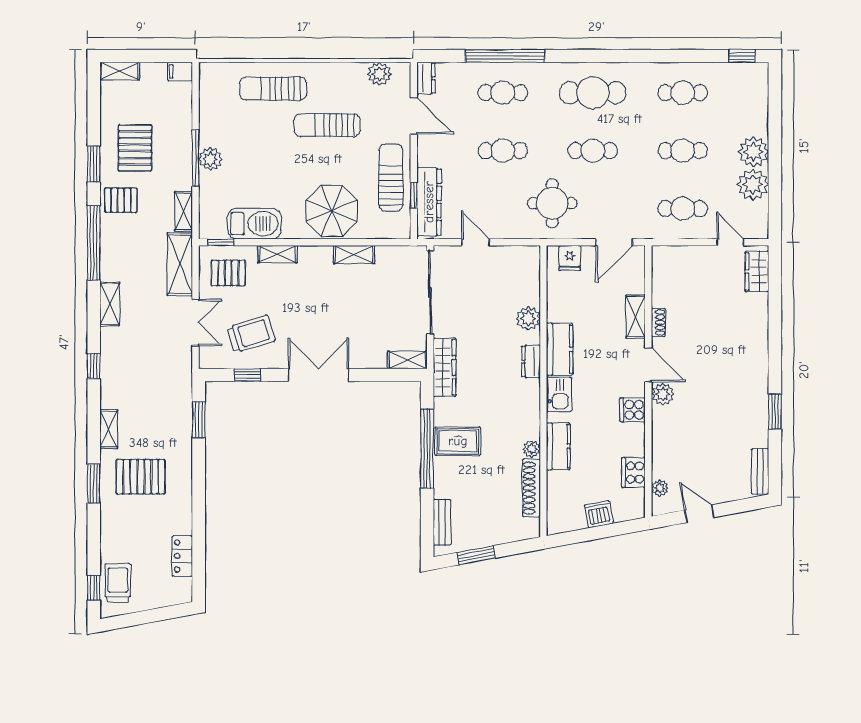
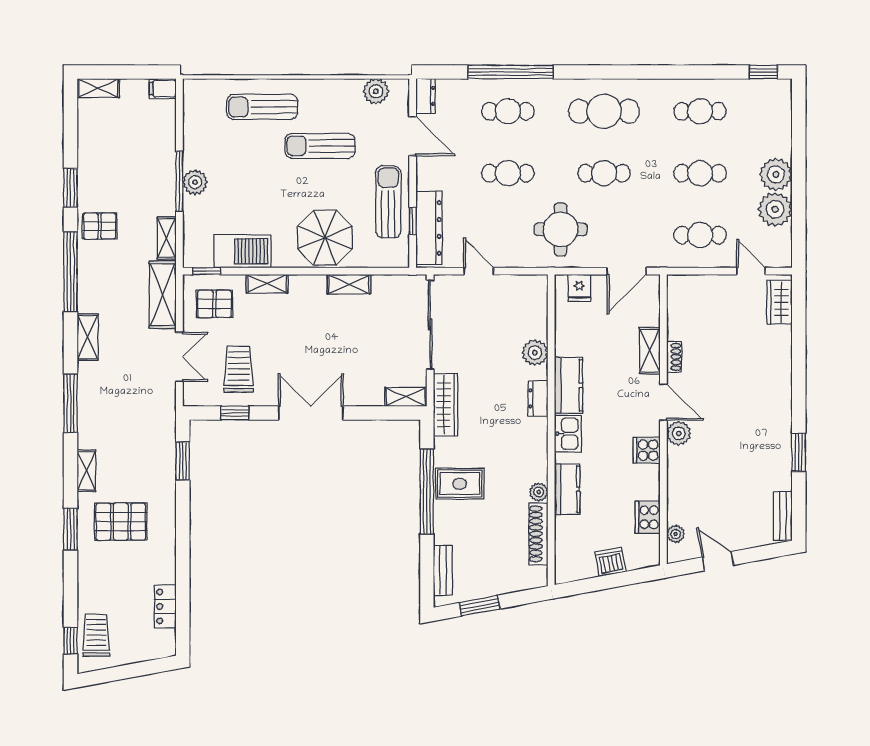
pallet: (135, 148) -> (115, 170), removed
trolley: (251, 334) -> (239, 369), turned -73
window: (94, 366) -> (70, 403), width x2.17

